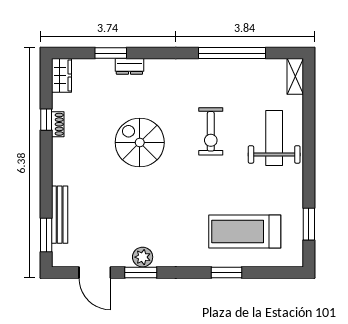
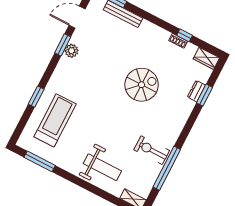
dresser: (129, 66) -> (196, 91), moved
exercise bike: (211, 131) -> (152, 150), moved
window: (309, 224) -> (40, 161), width x1.44

